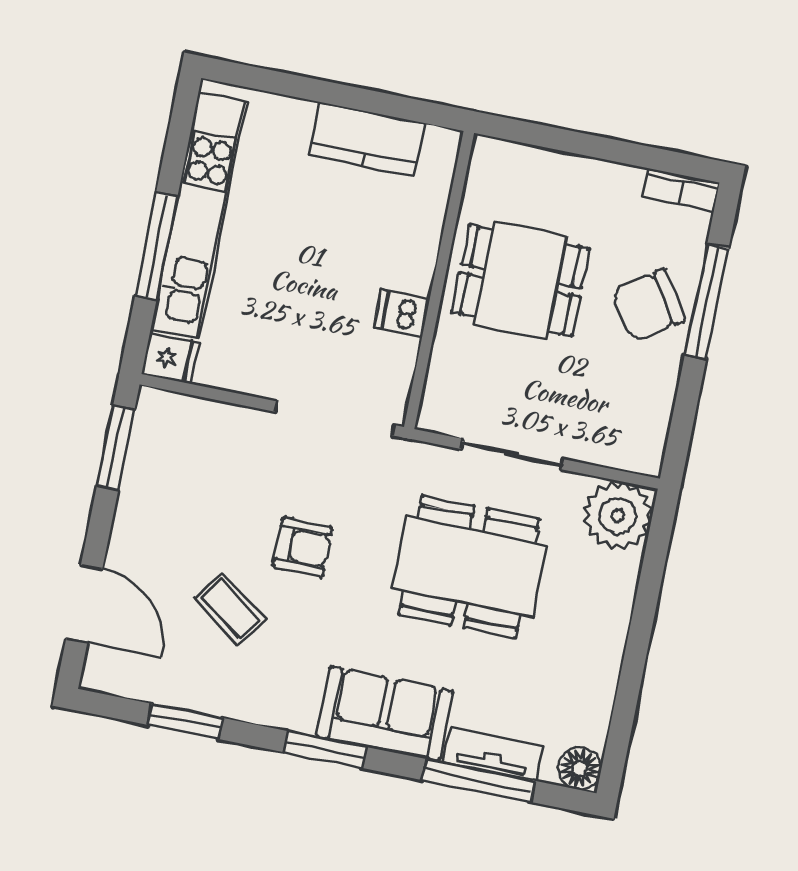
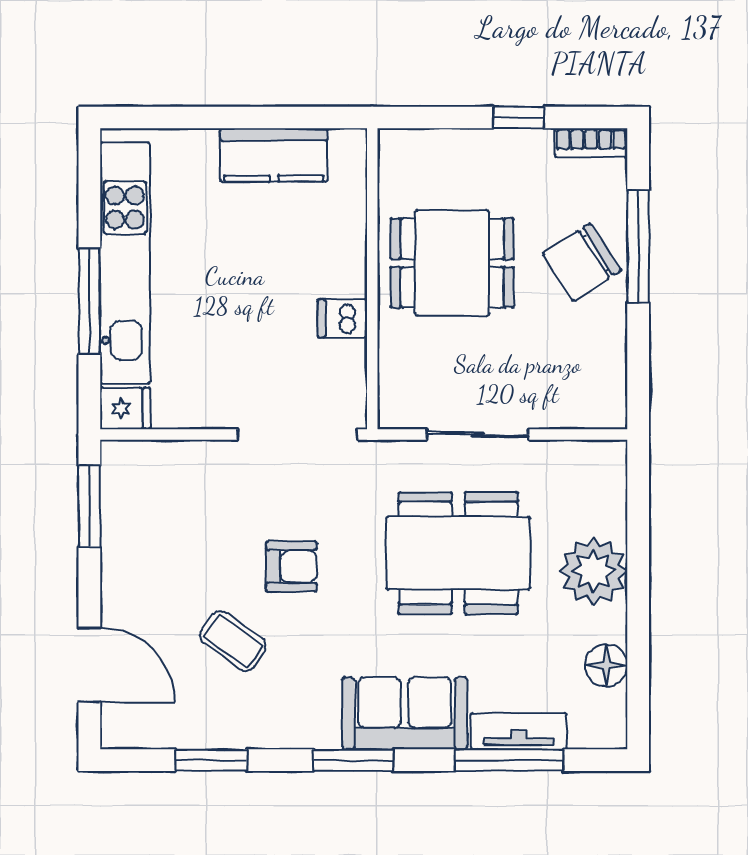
window: (615, 150) -> (518, 117), added
plant: (618, 516) -> (593, 571), moved
floor lamp: (580, 768) -> (606, 665), moved

